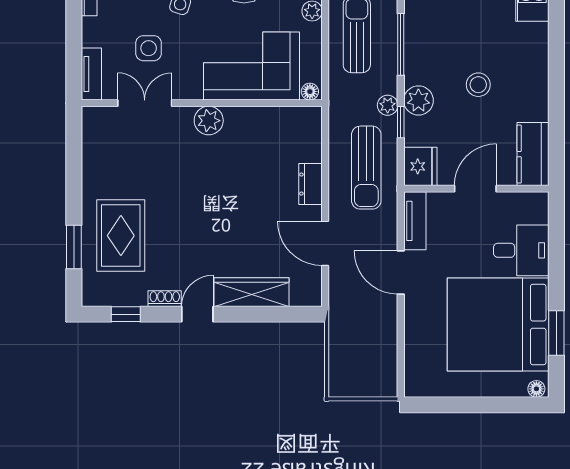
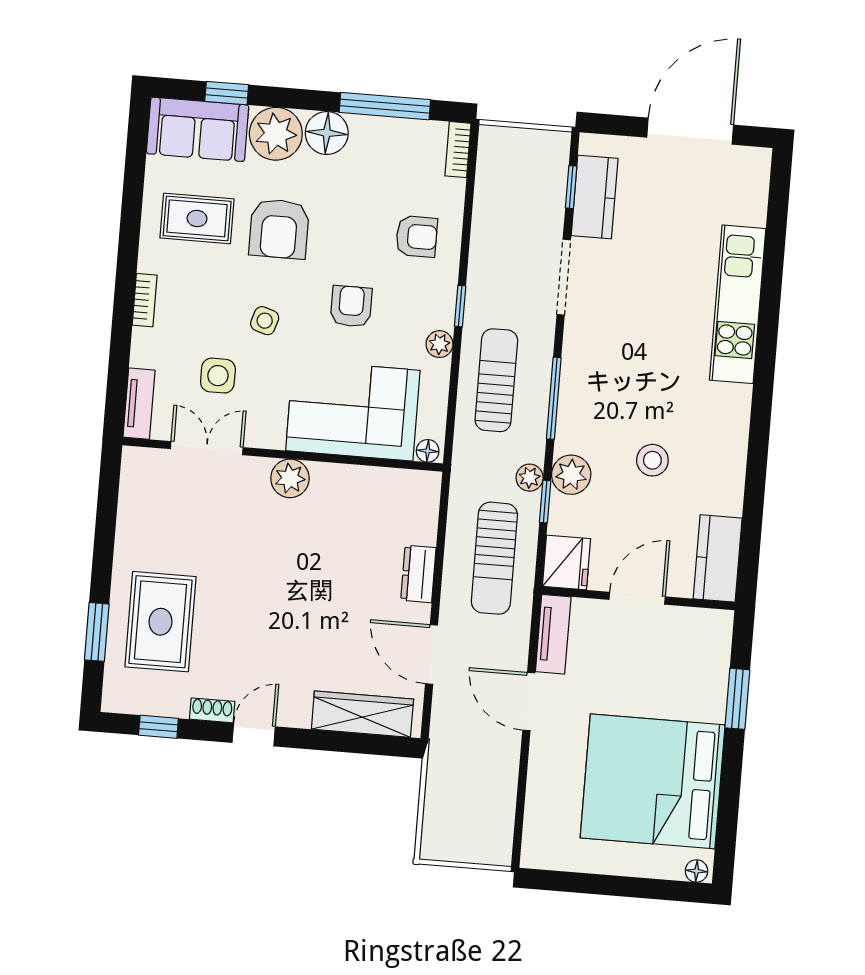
desk: (521, 250) -> (691, 685), removed
wardrobe: (252, 292) -> (362, 714), moved
window: (556, 333) -> (737, 699), moved

